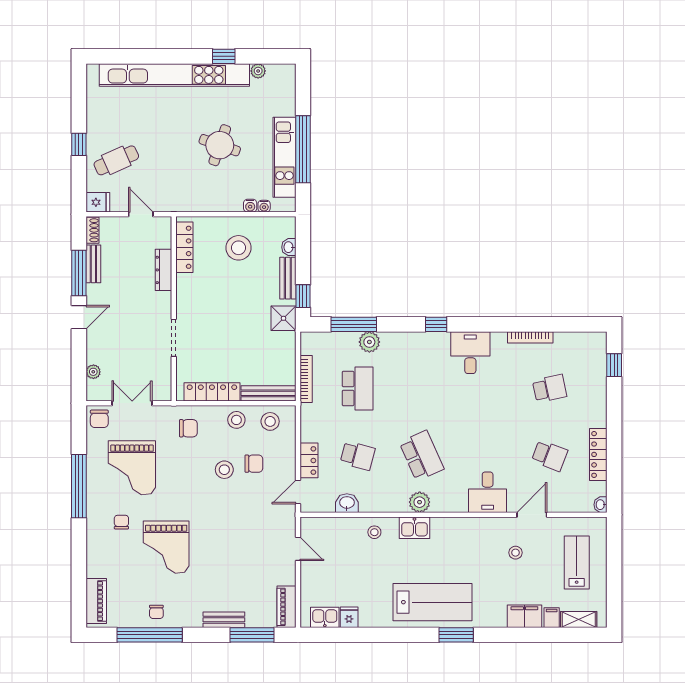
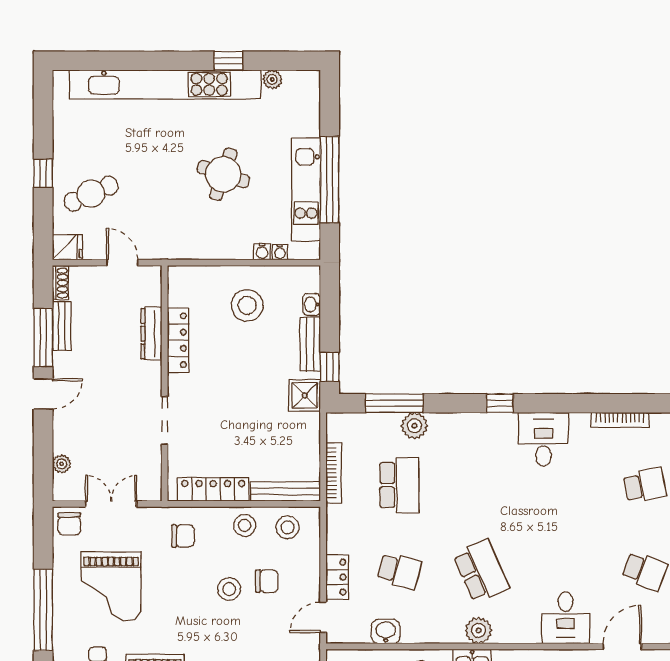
locker: (184, 247) -> (178, 340), moved

